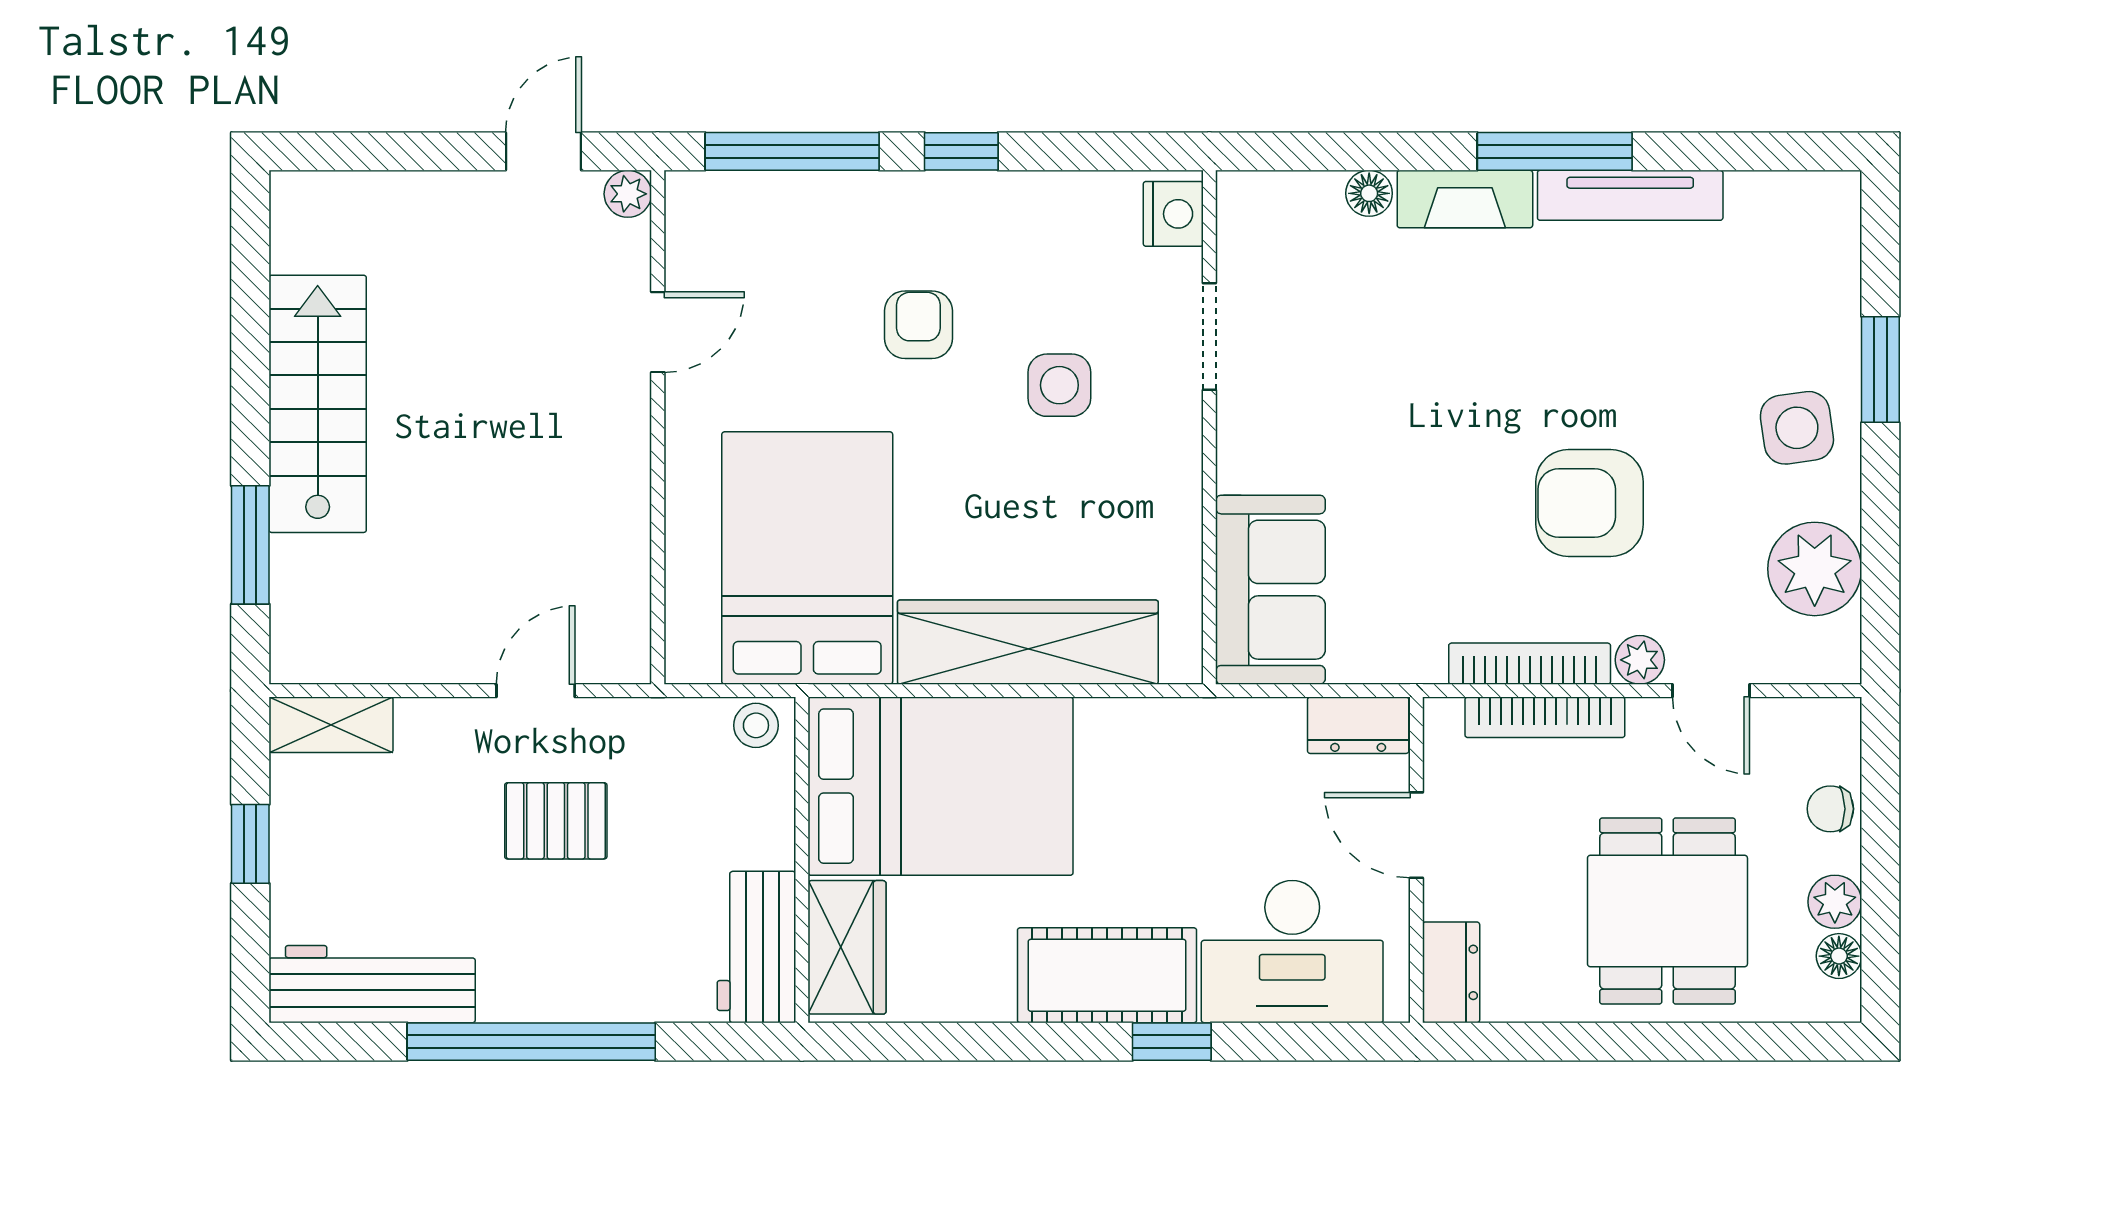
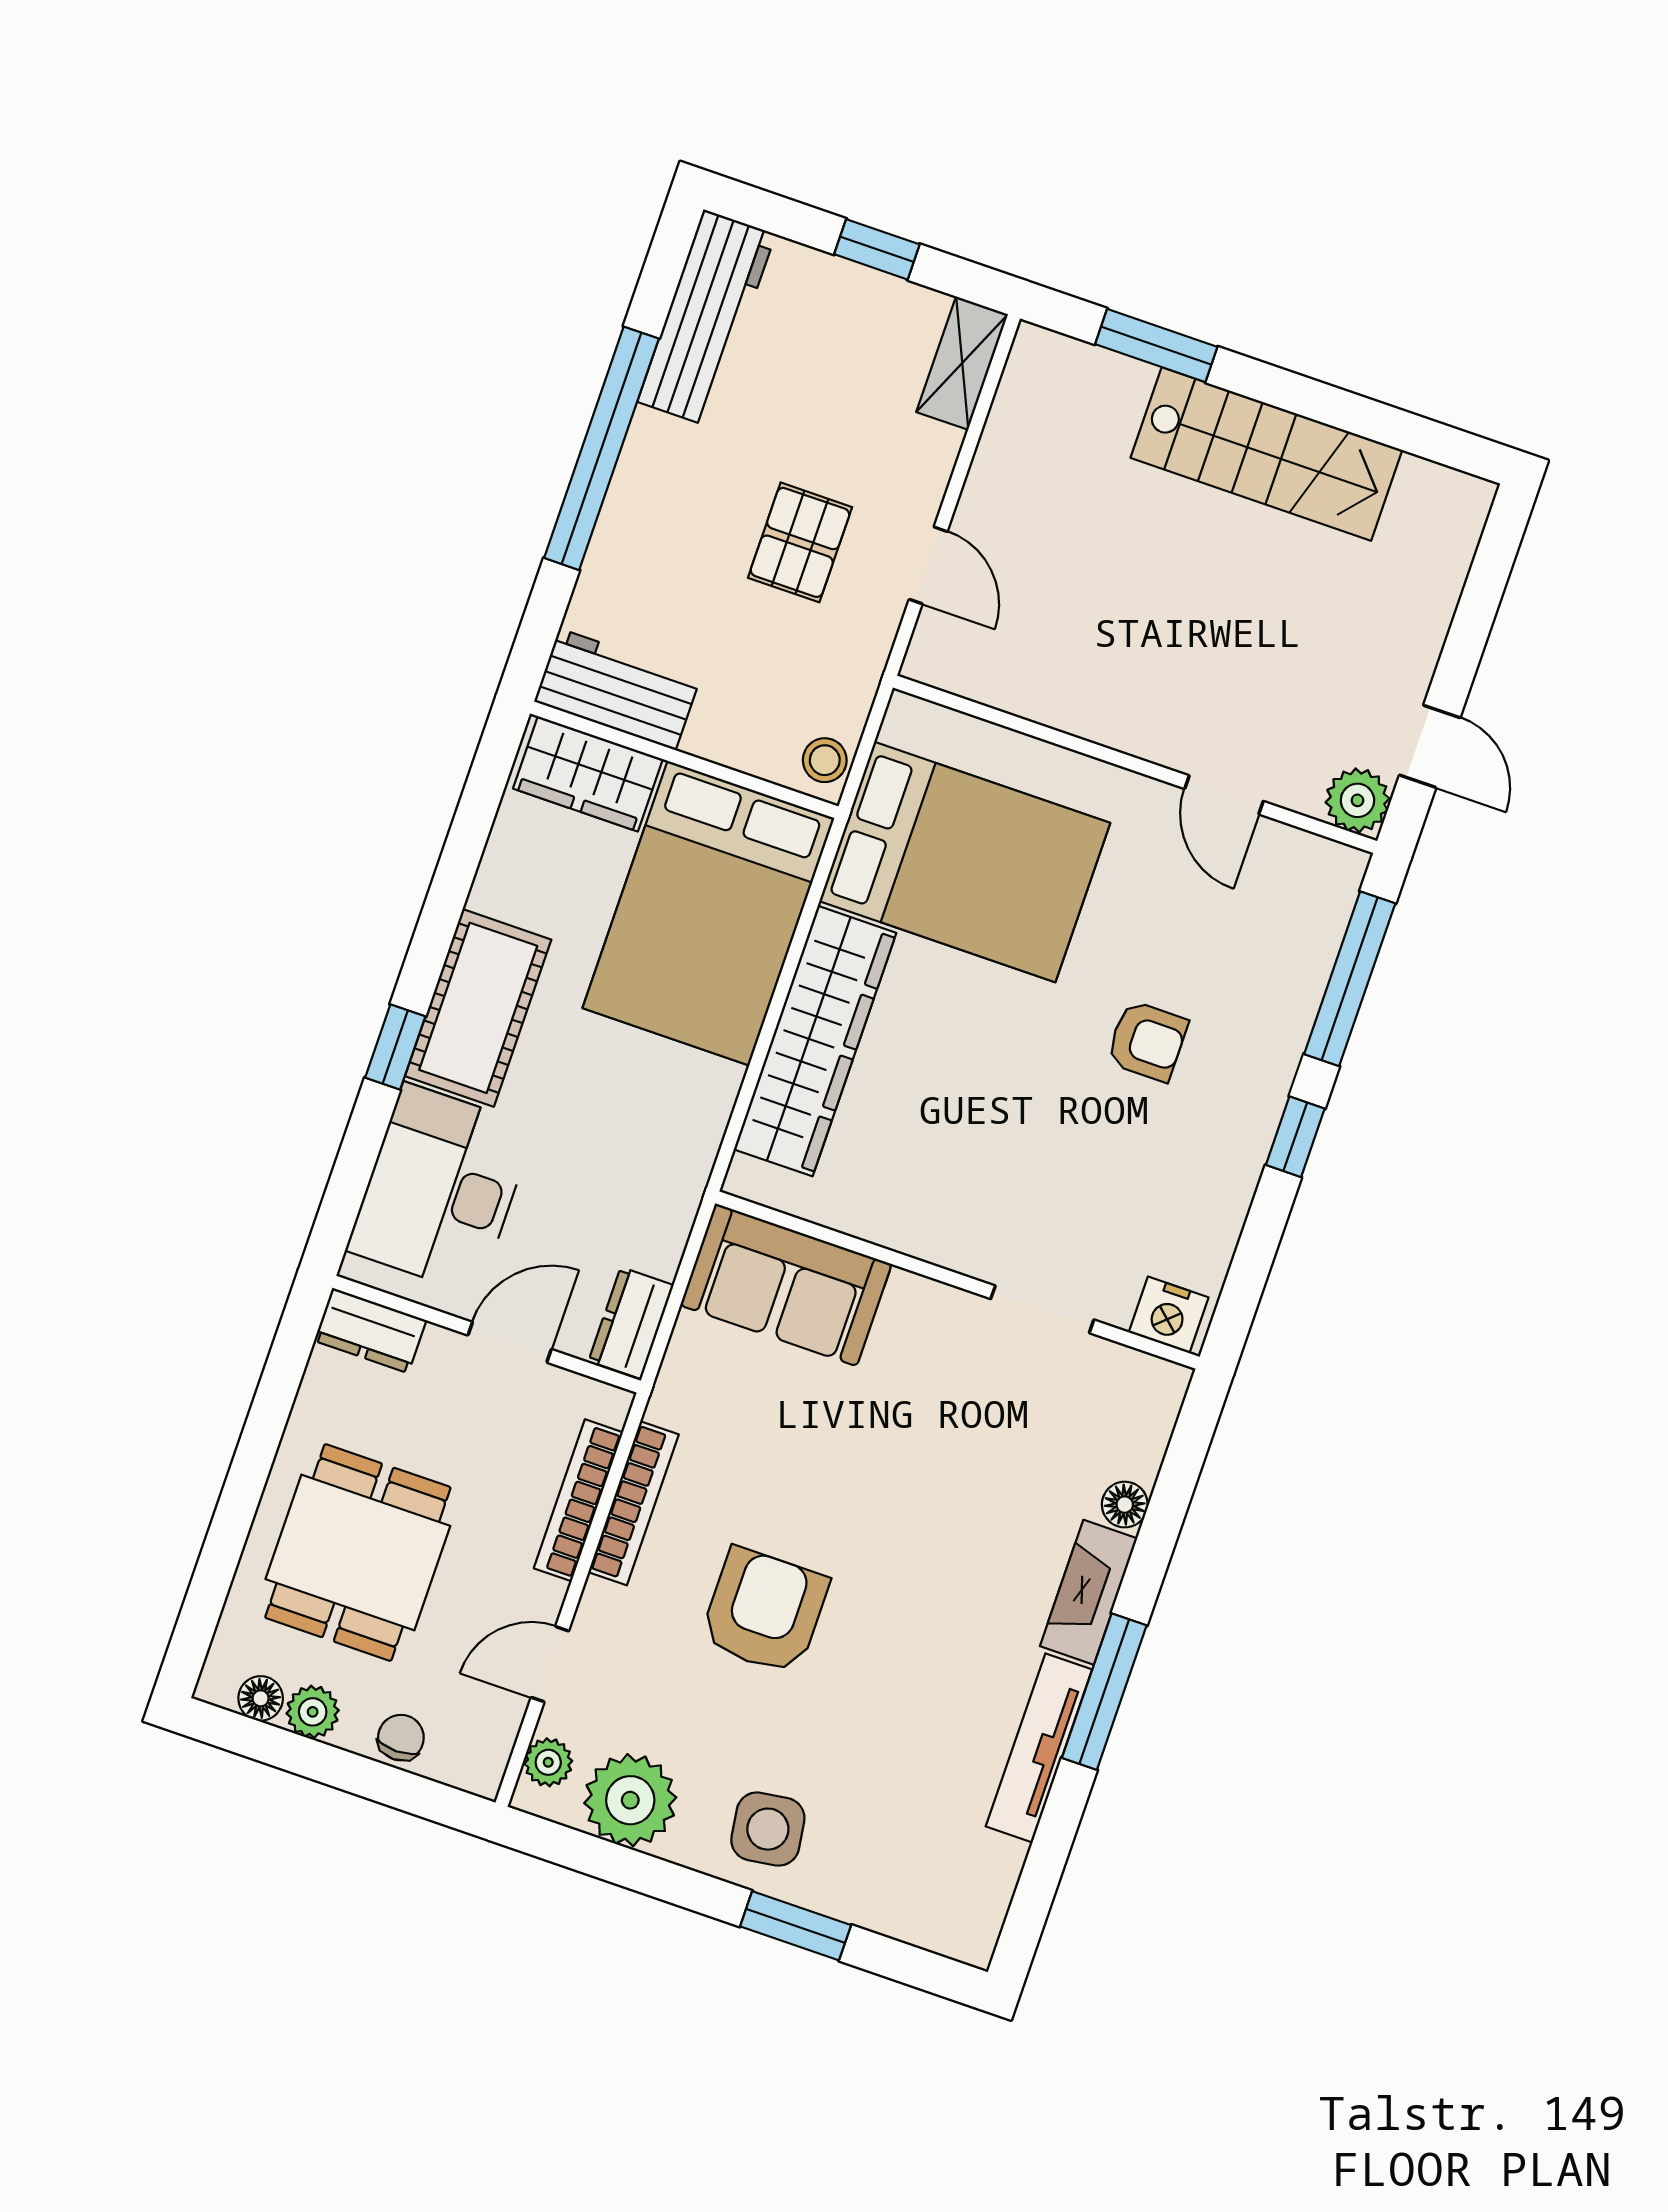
plant: (628, 194) -> (1357, 800), width x1.38, depth x1.38
side table: (1059, 385) -> (1045, 1153), removed
plant: (1640, 660) -> (548, 1762), moved
dining table: (1667, 911) -> (358, 1552), turned 90

